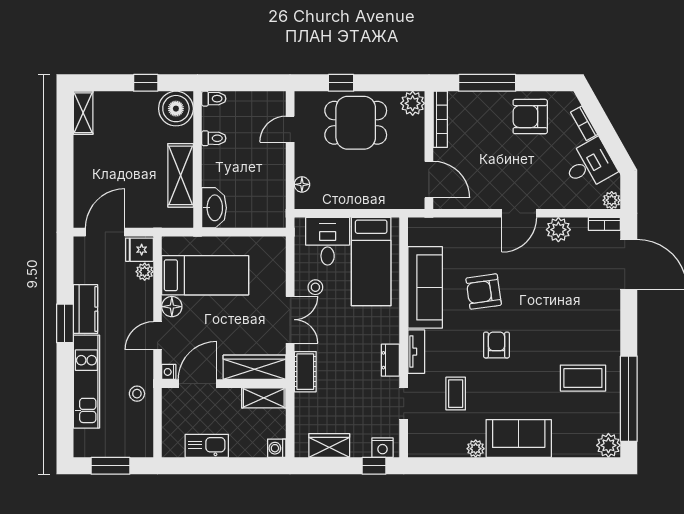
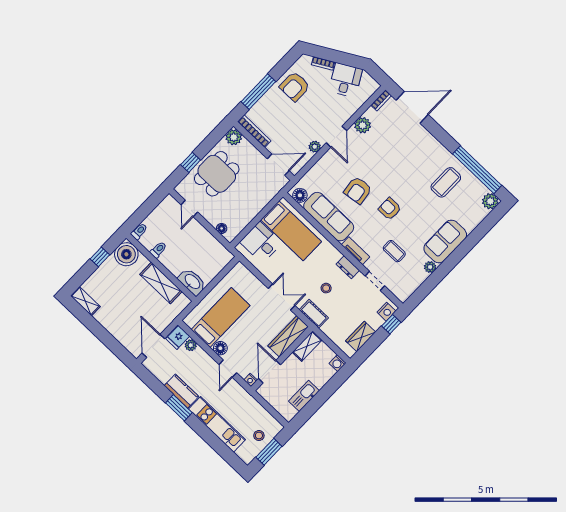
plant: (612, 200) -> (315, 147), moved
floor lamp: (418, 234) -> (300, 195), added
stool: (315, 287) -> (326, 288), moved
stool: (137, 394) -> (259, 435), moved

